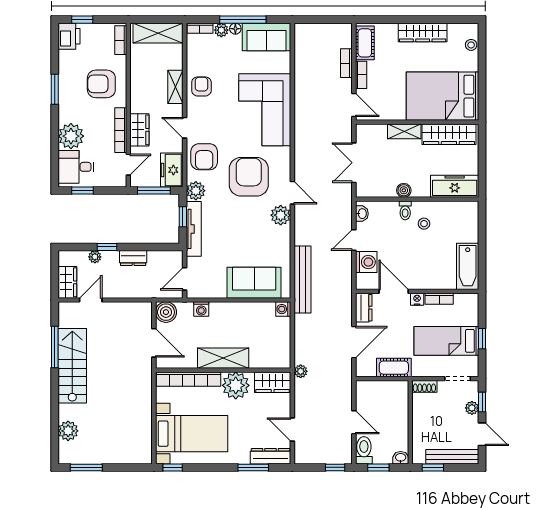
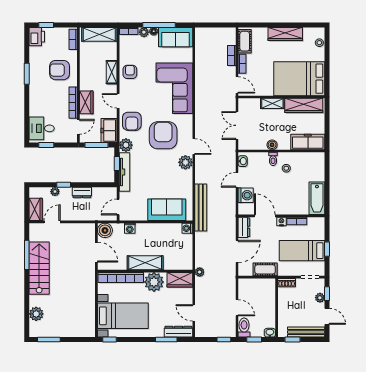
plant: (71, 136) -> (38, 107), removed

